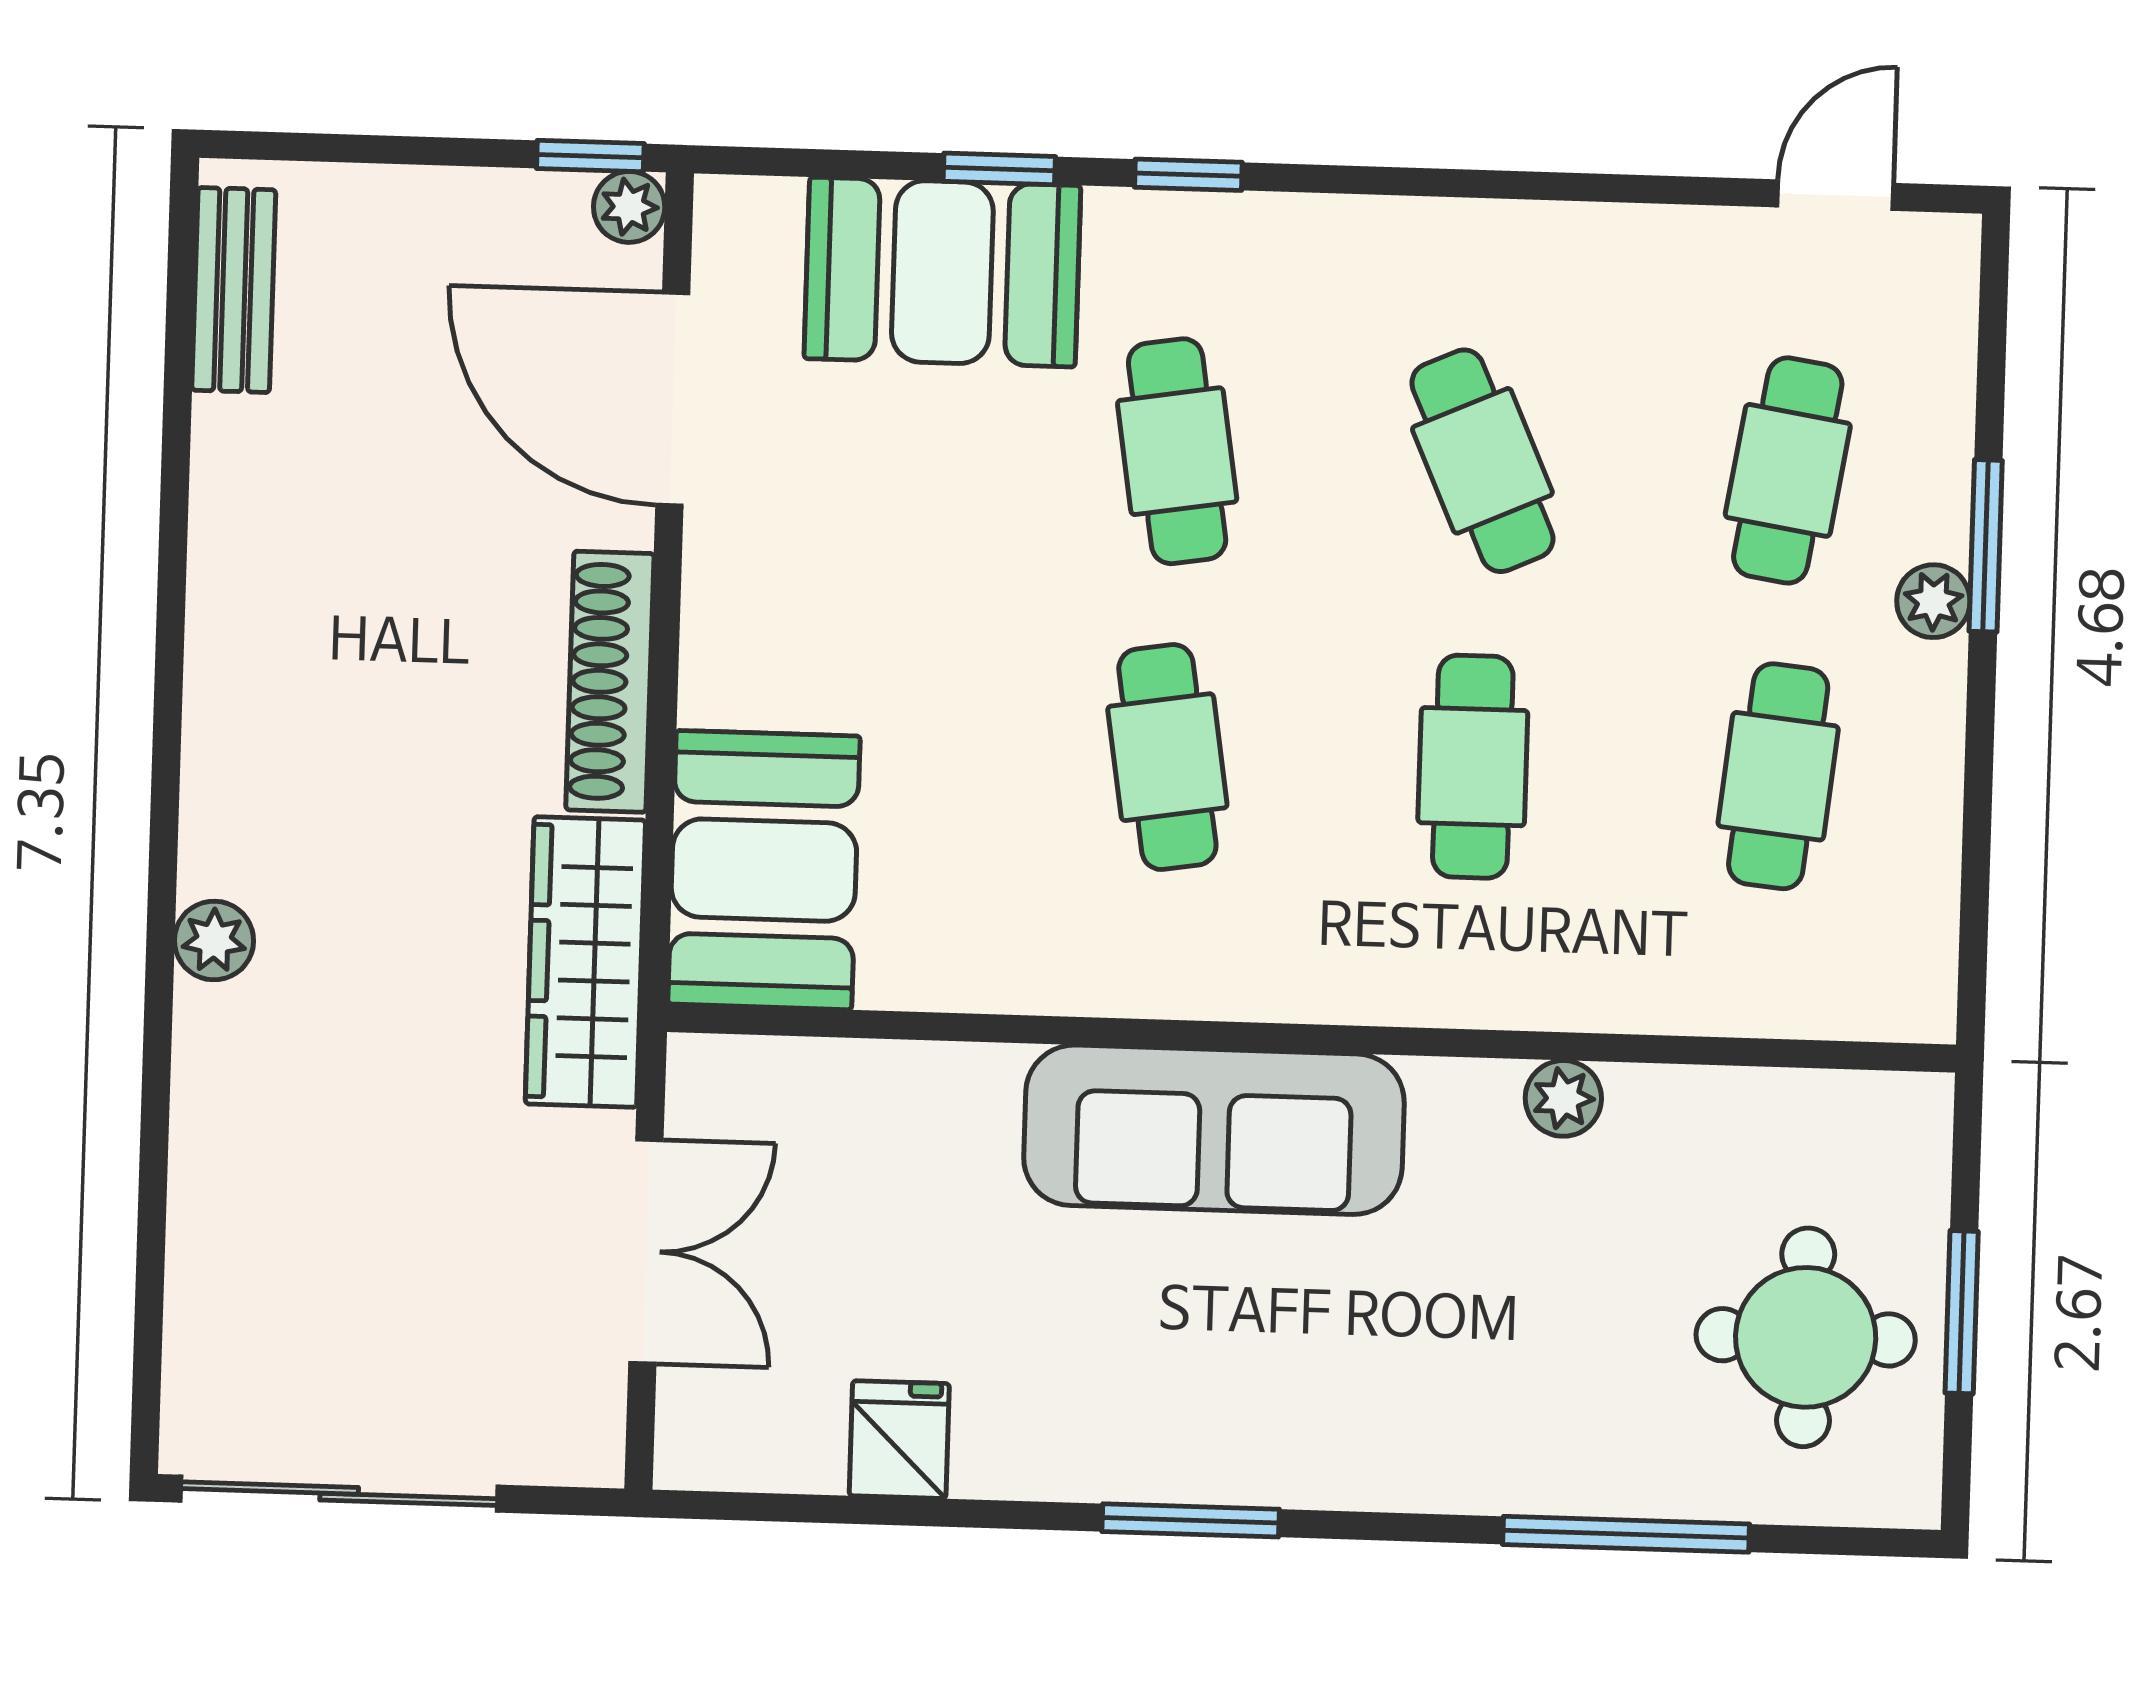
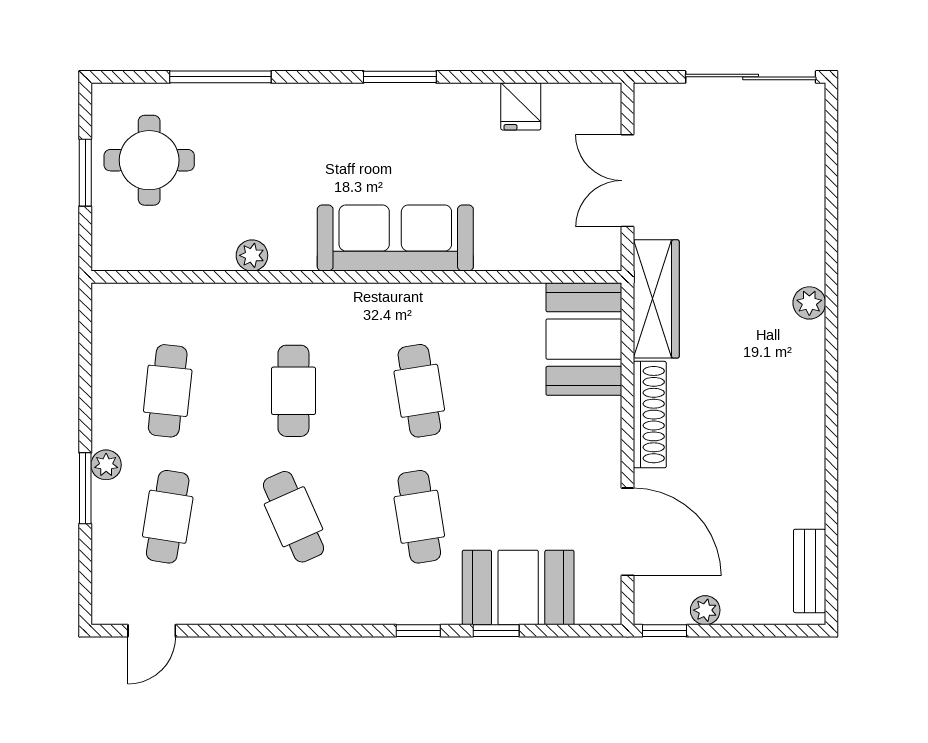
plant: (629, 207) -> (705, 610), moved

